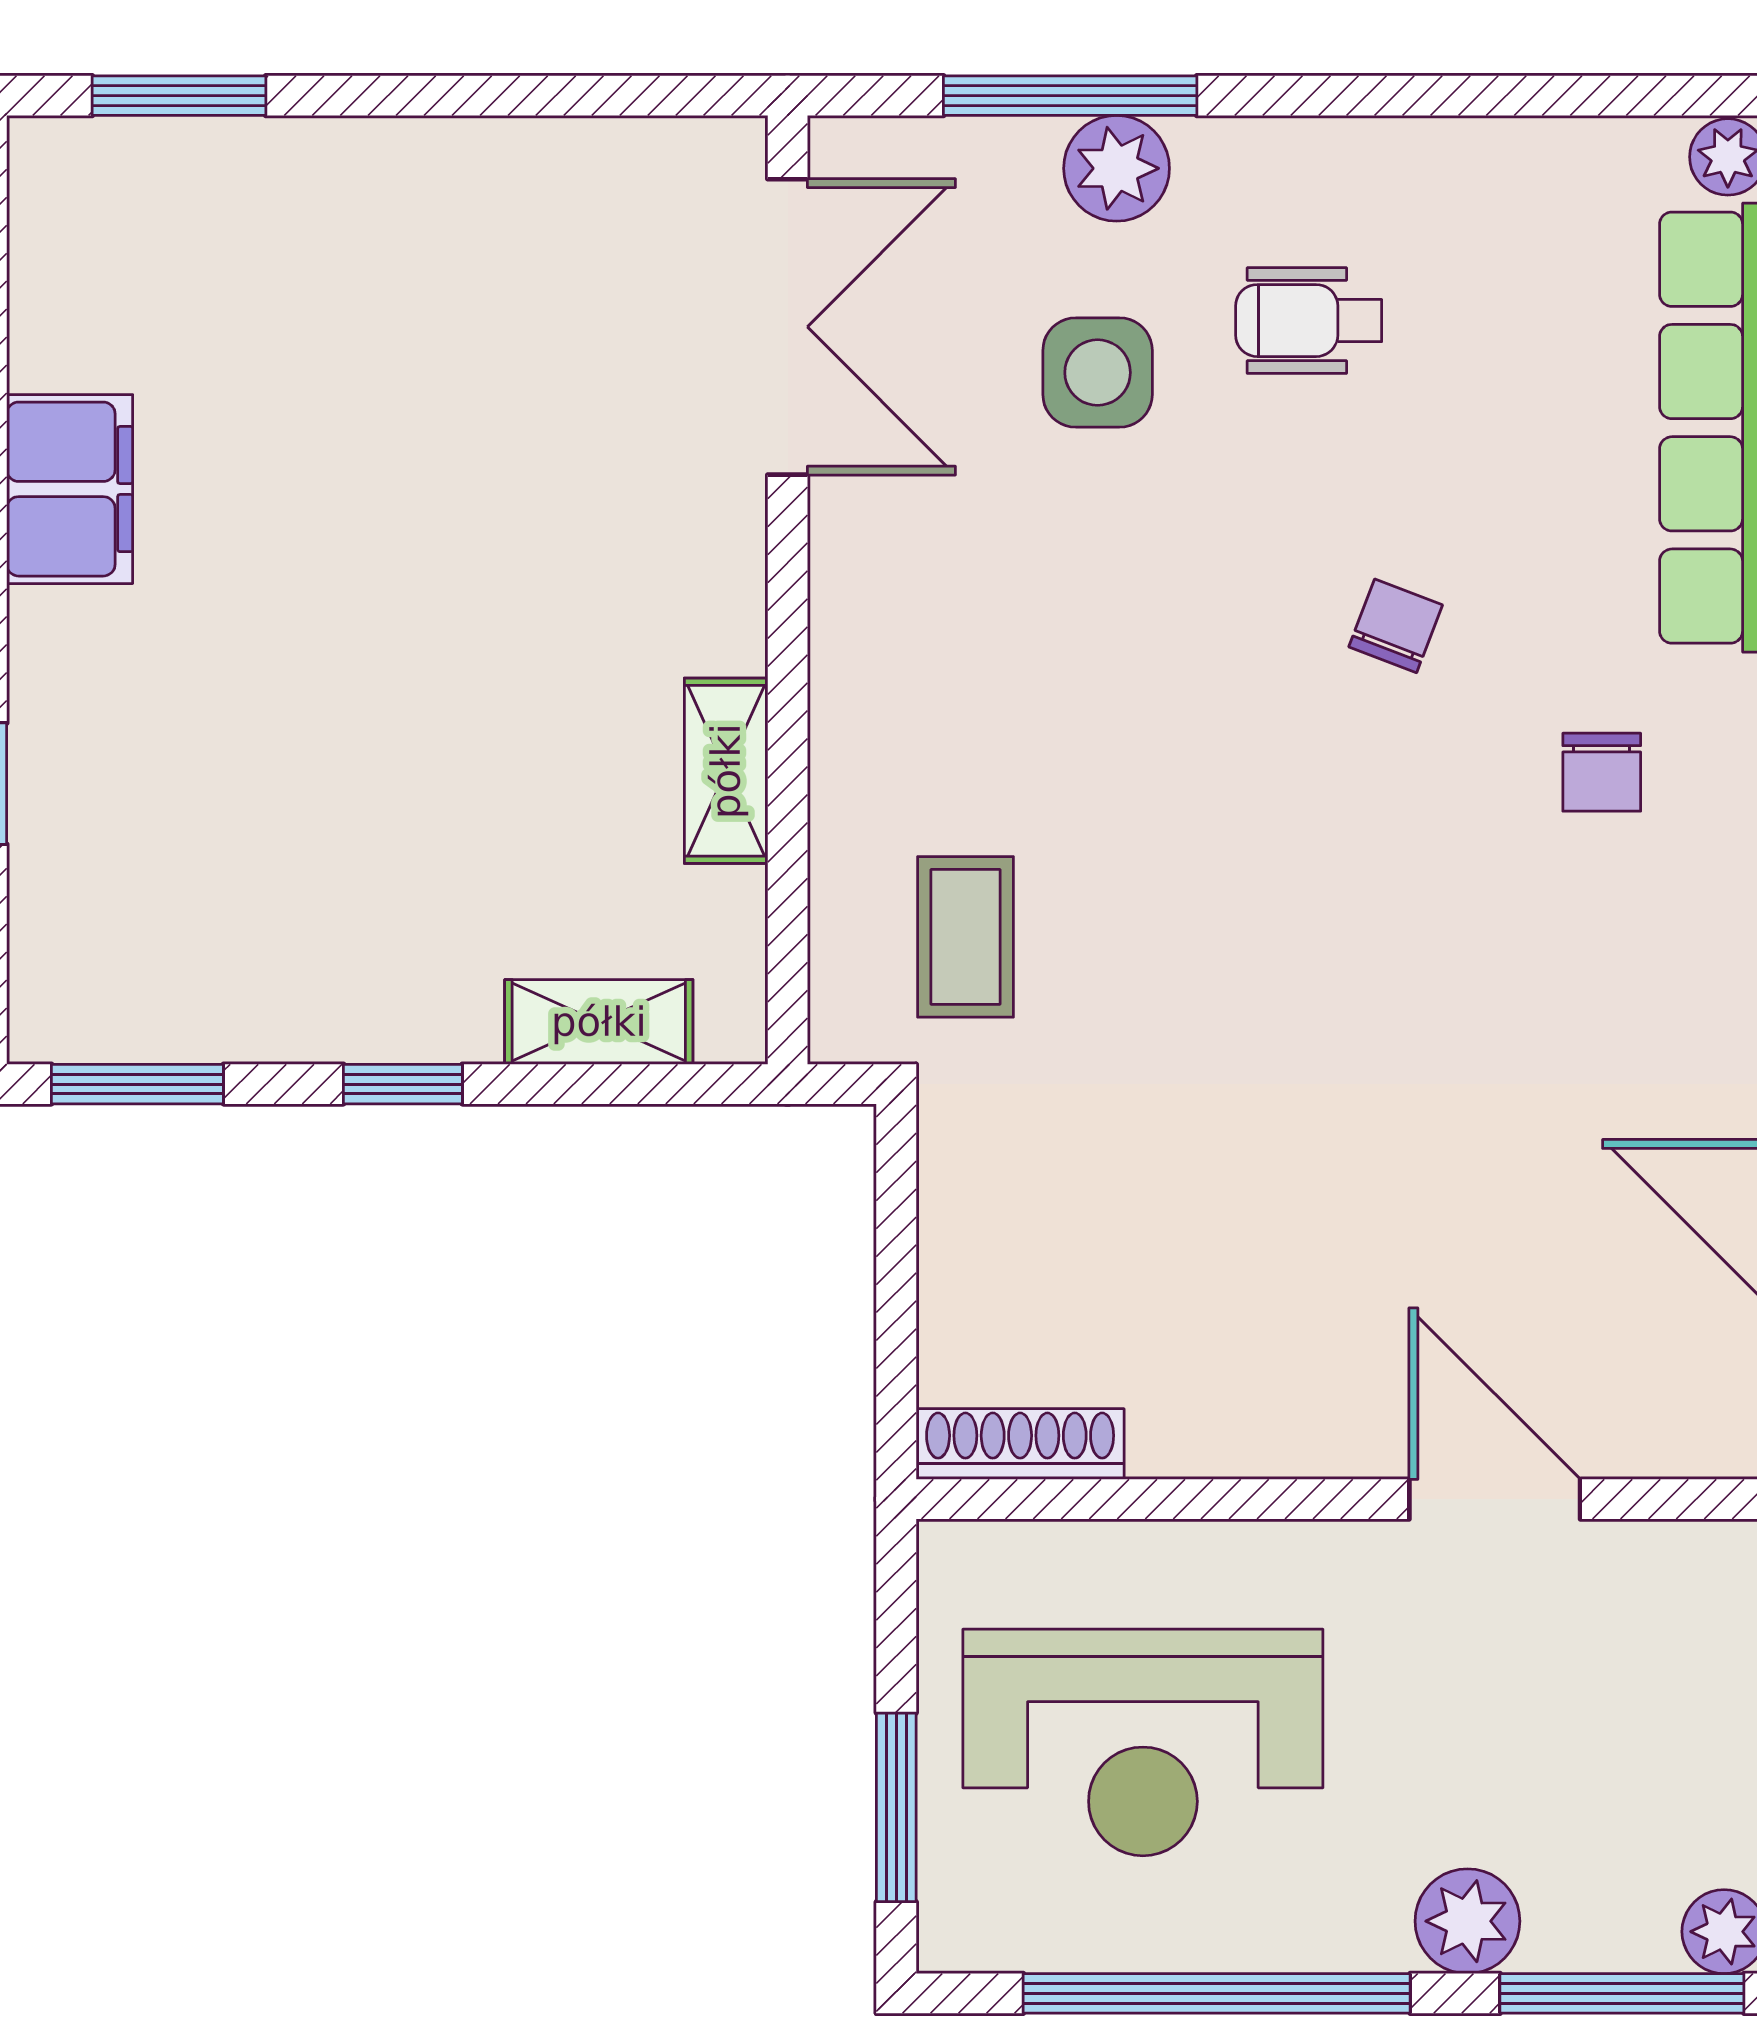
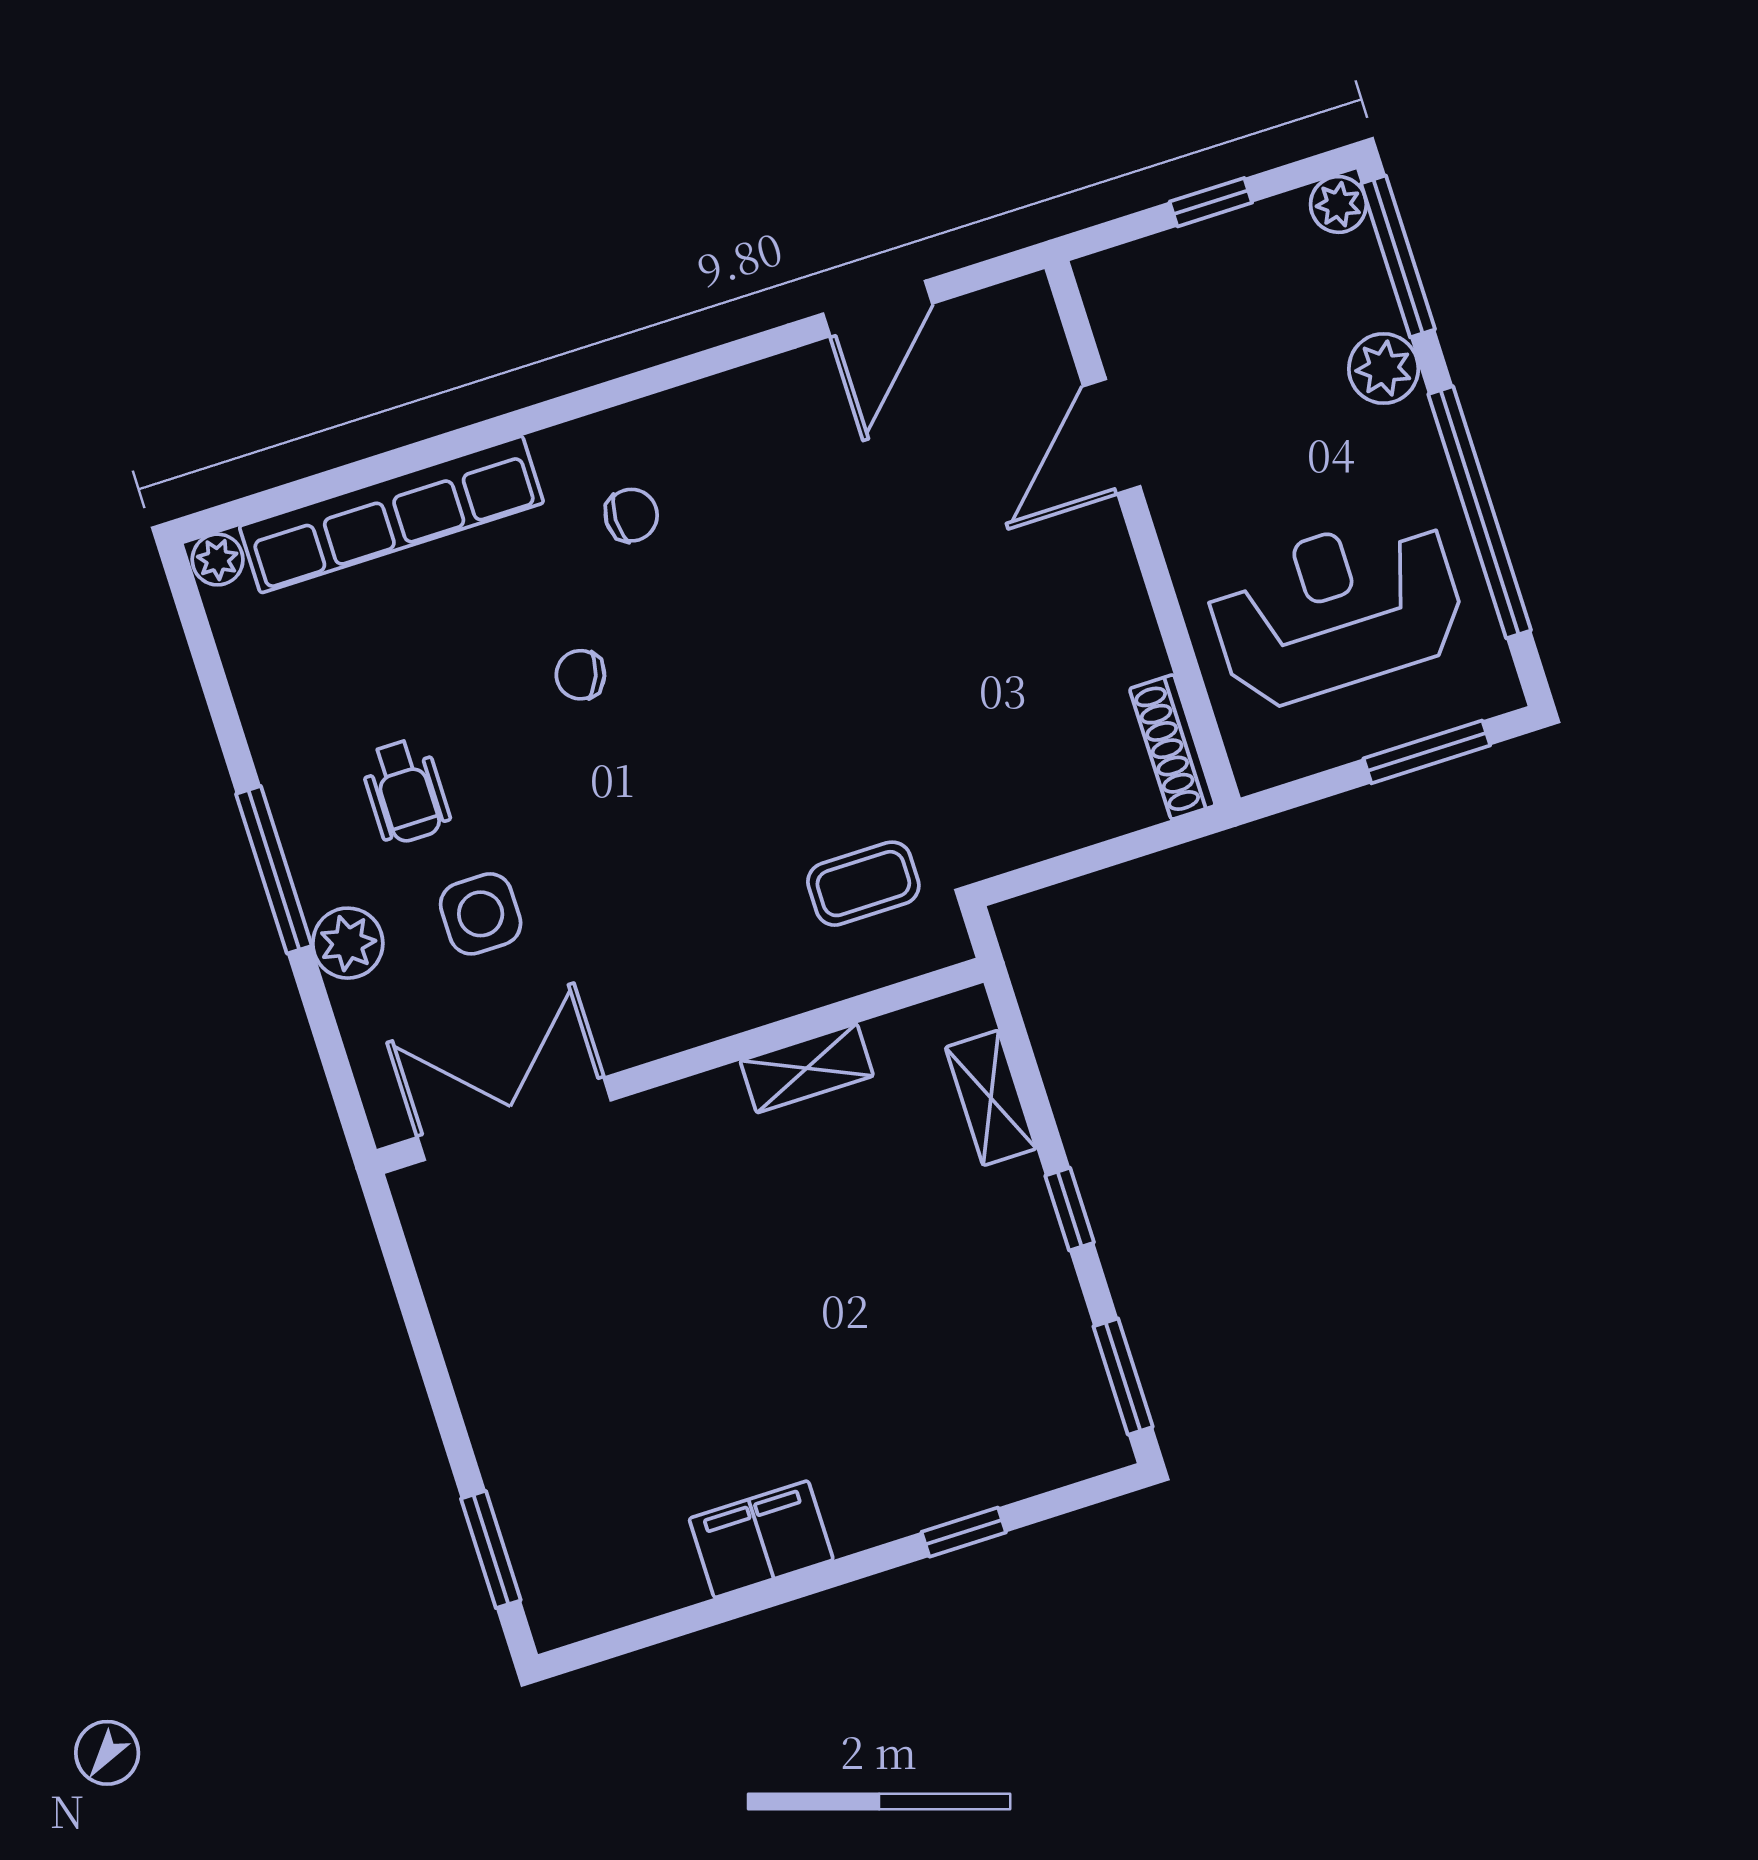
window: (1070, 96) -> (274, 870), moved
reception desk: (1143, 1743) -> (1336, 609), turned -90

